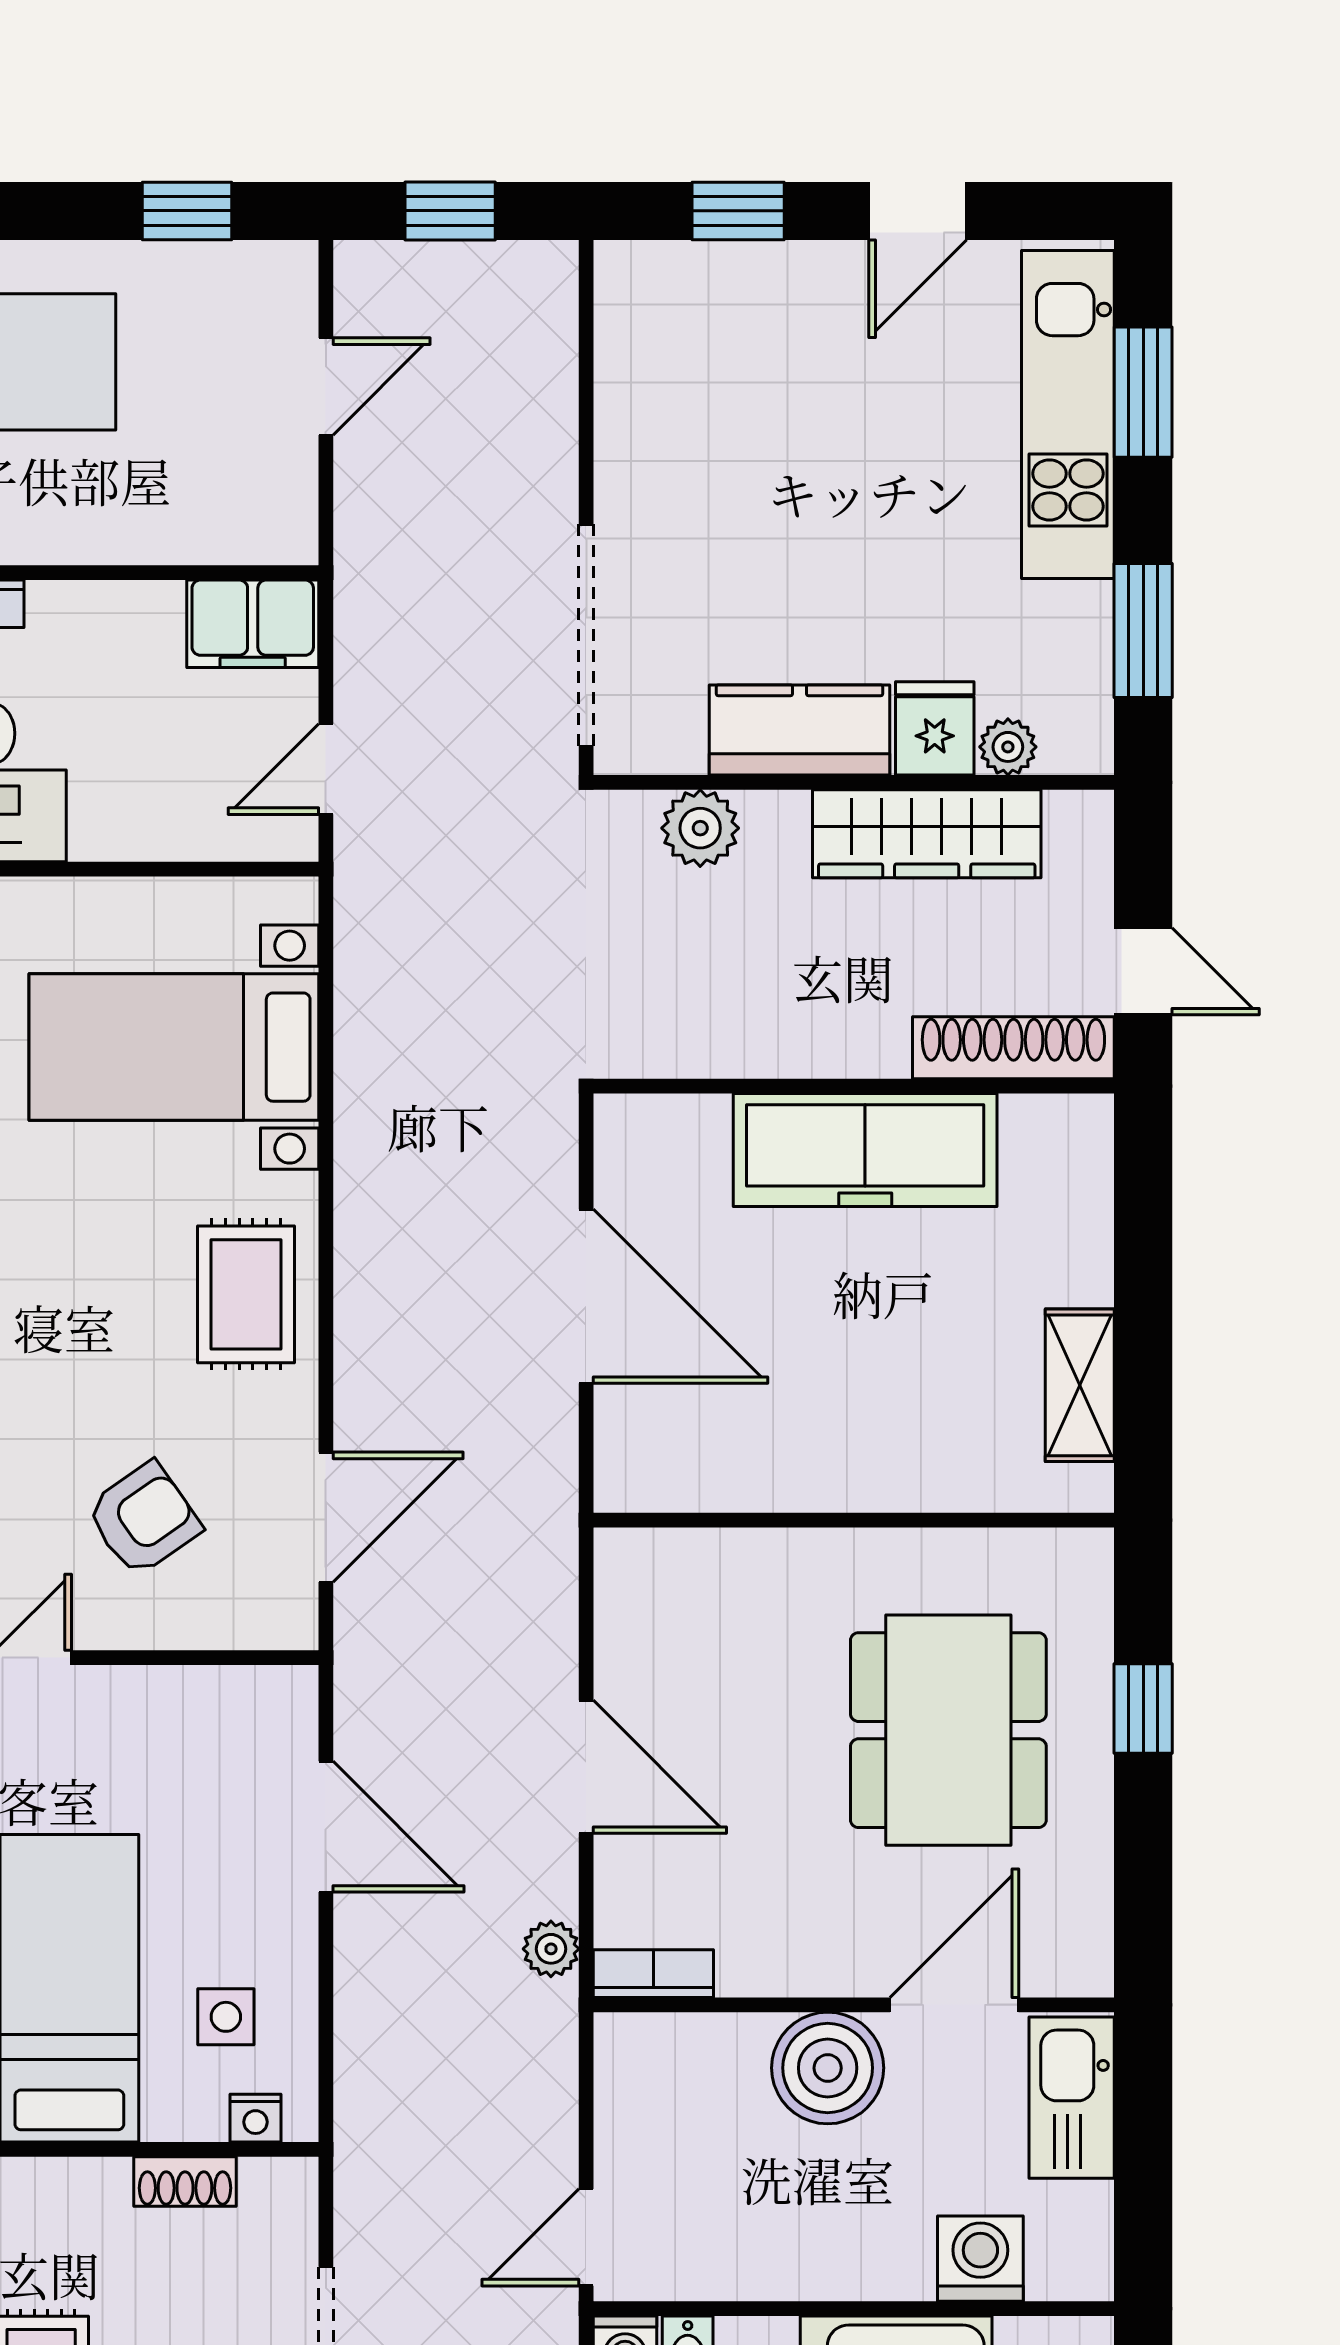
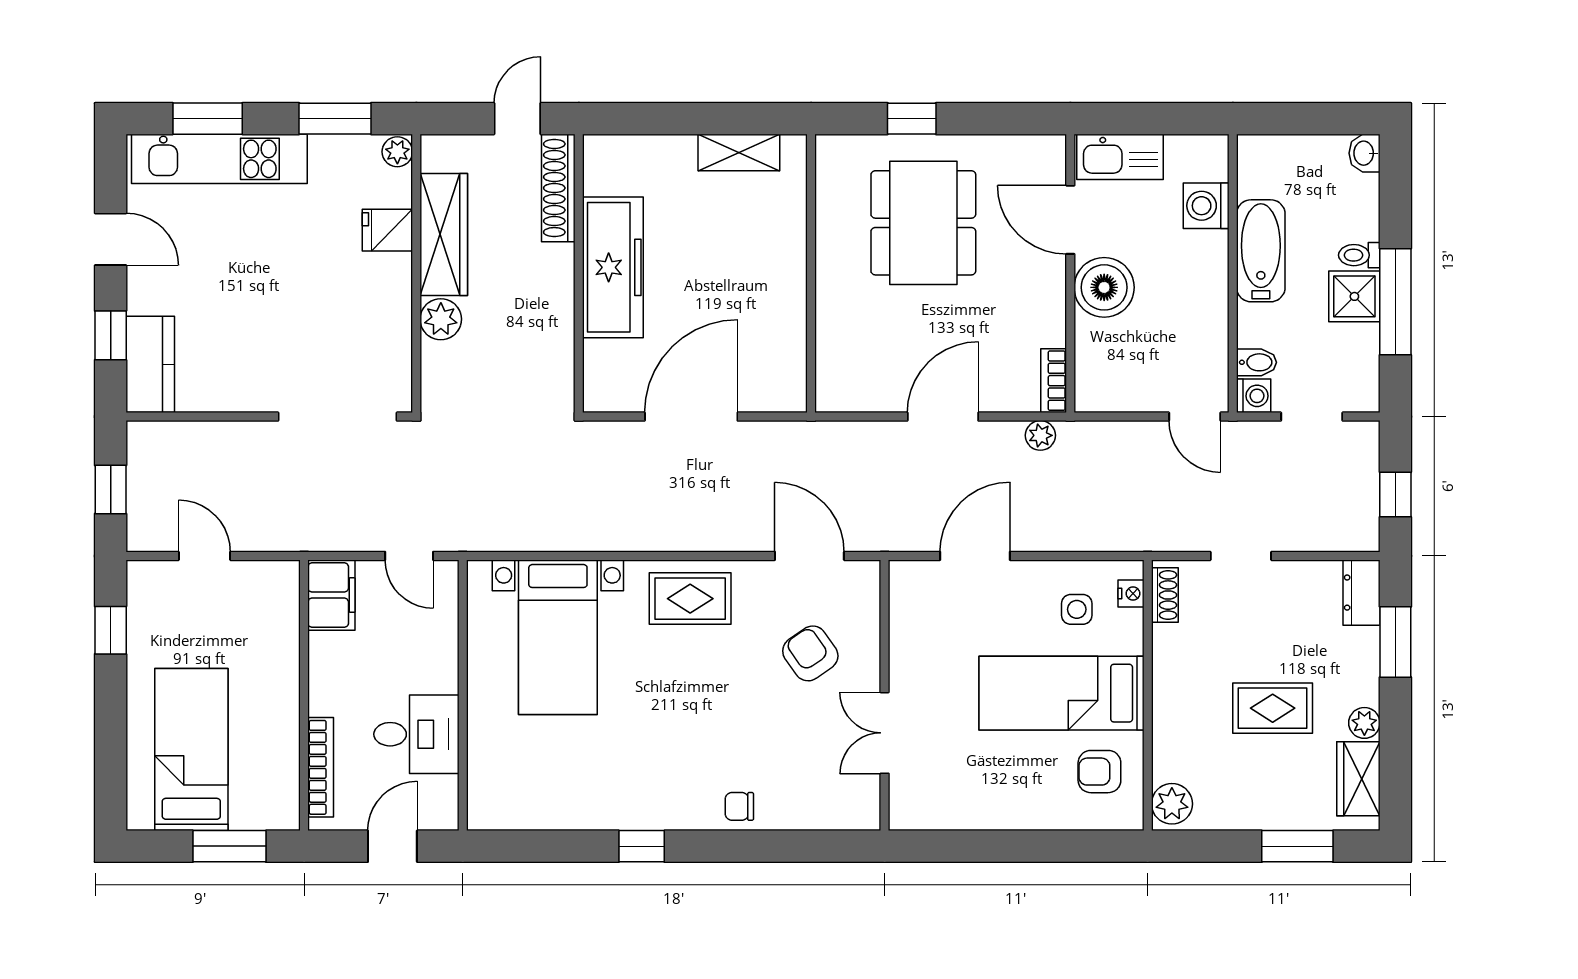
kitchen counter: (800, 730) -> (150, 364), moved, turned 180
plant: (1008, 747) -> (397, 152), moved
plant: (700, 828) -> (441, 319), moved
dining table: (948, 1730) -> (923, 223), turned 90
shoe rack: (185, 2182) -> (1165, 595), moved

